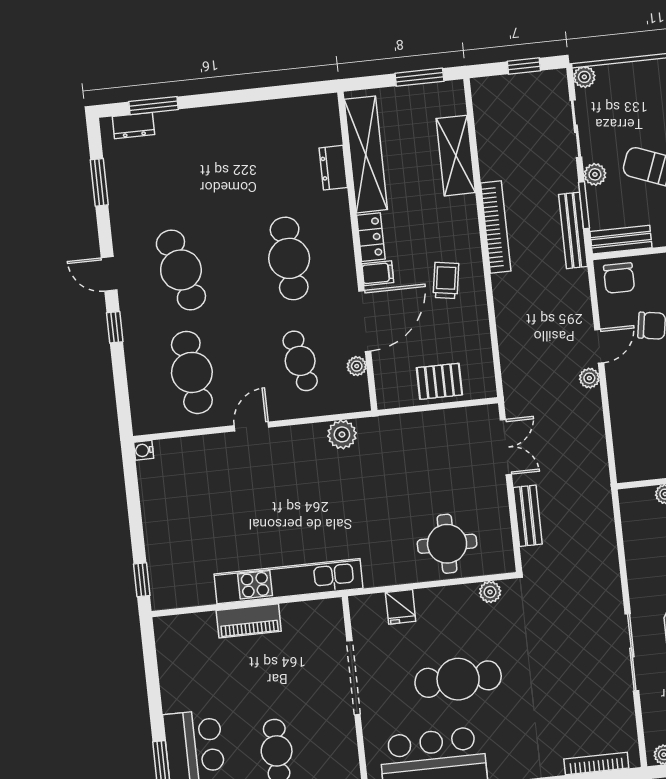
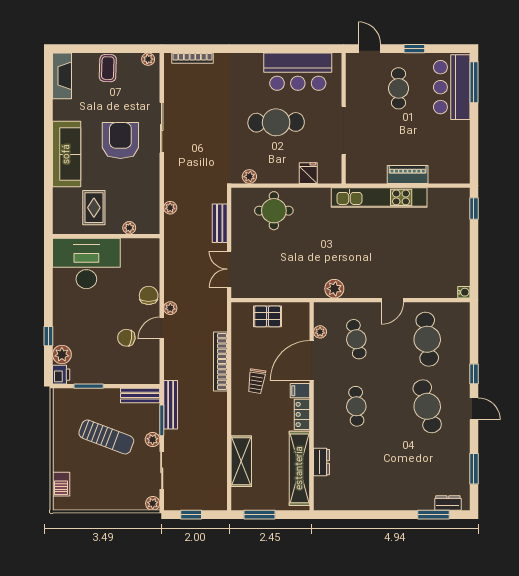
bookcase: (496, 227) -> (220, 362), moved
cafe table: (289, 258) -> (356, 406), width x0.73, depth x0.74
chair: (619, 278) -> (149, 295), moved
plant: (606, 531) -> (170, 208), added

